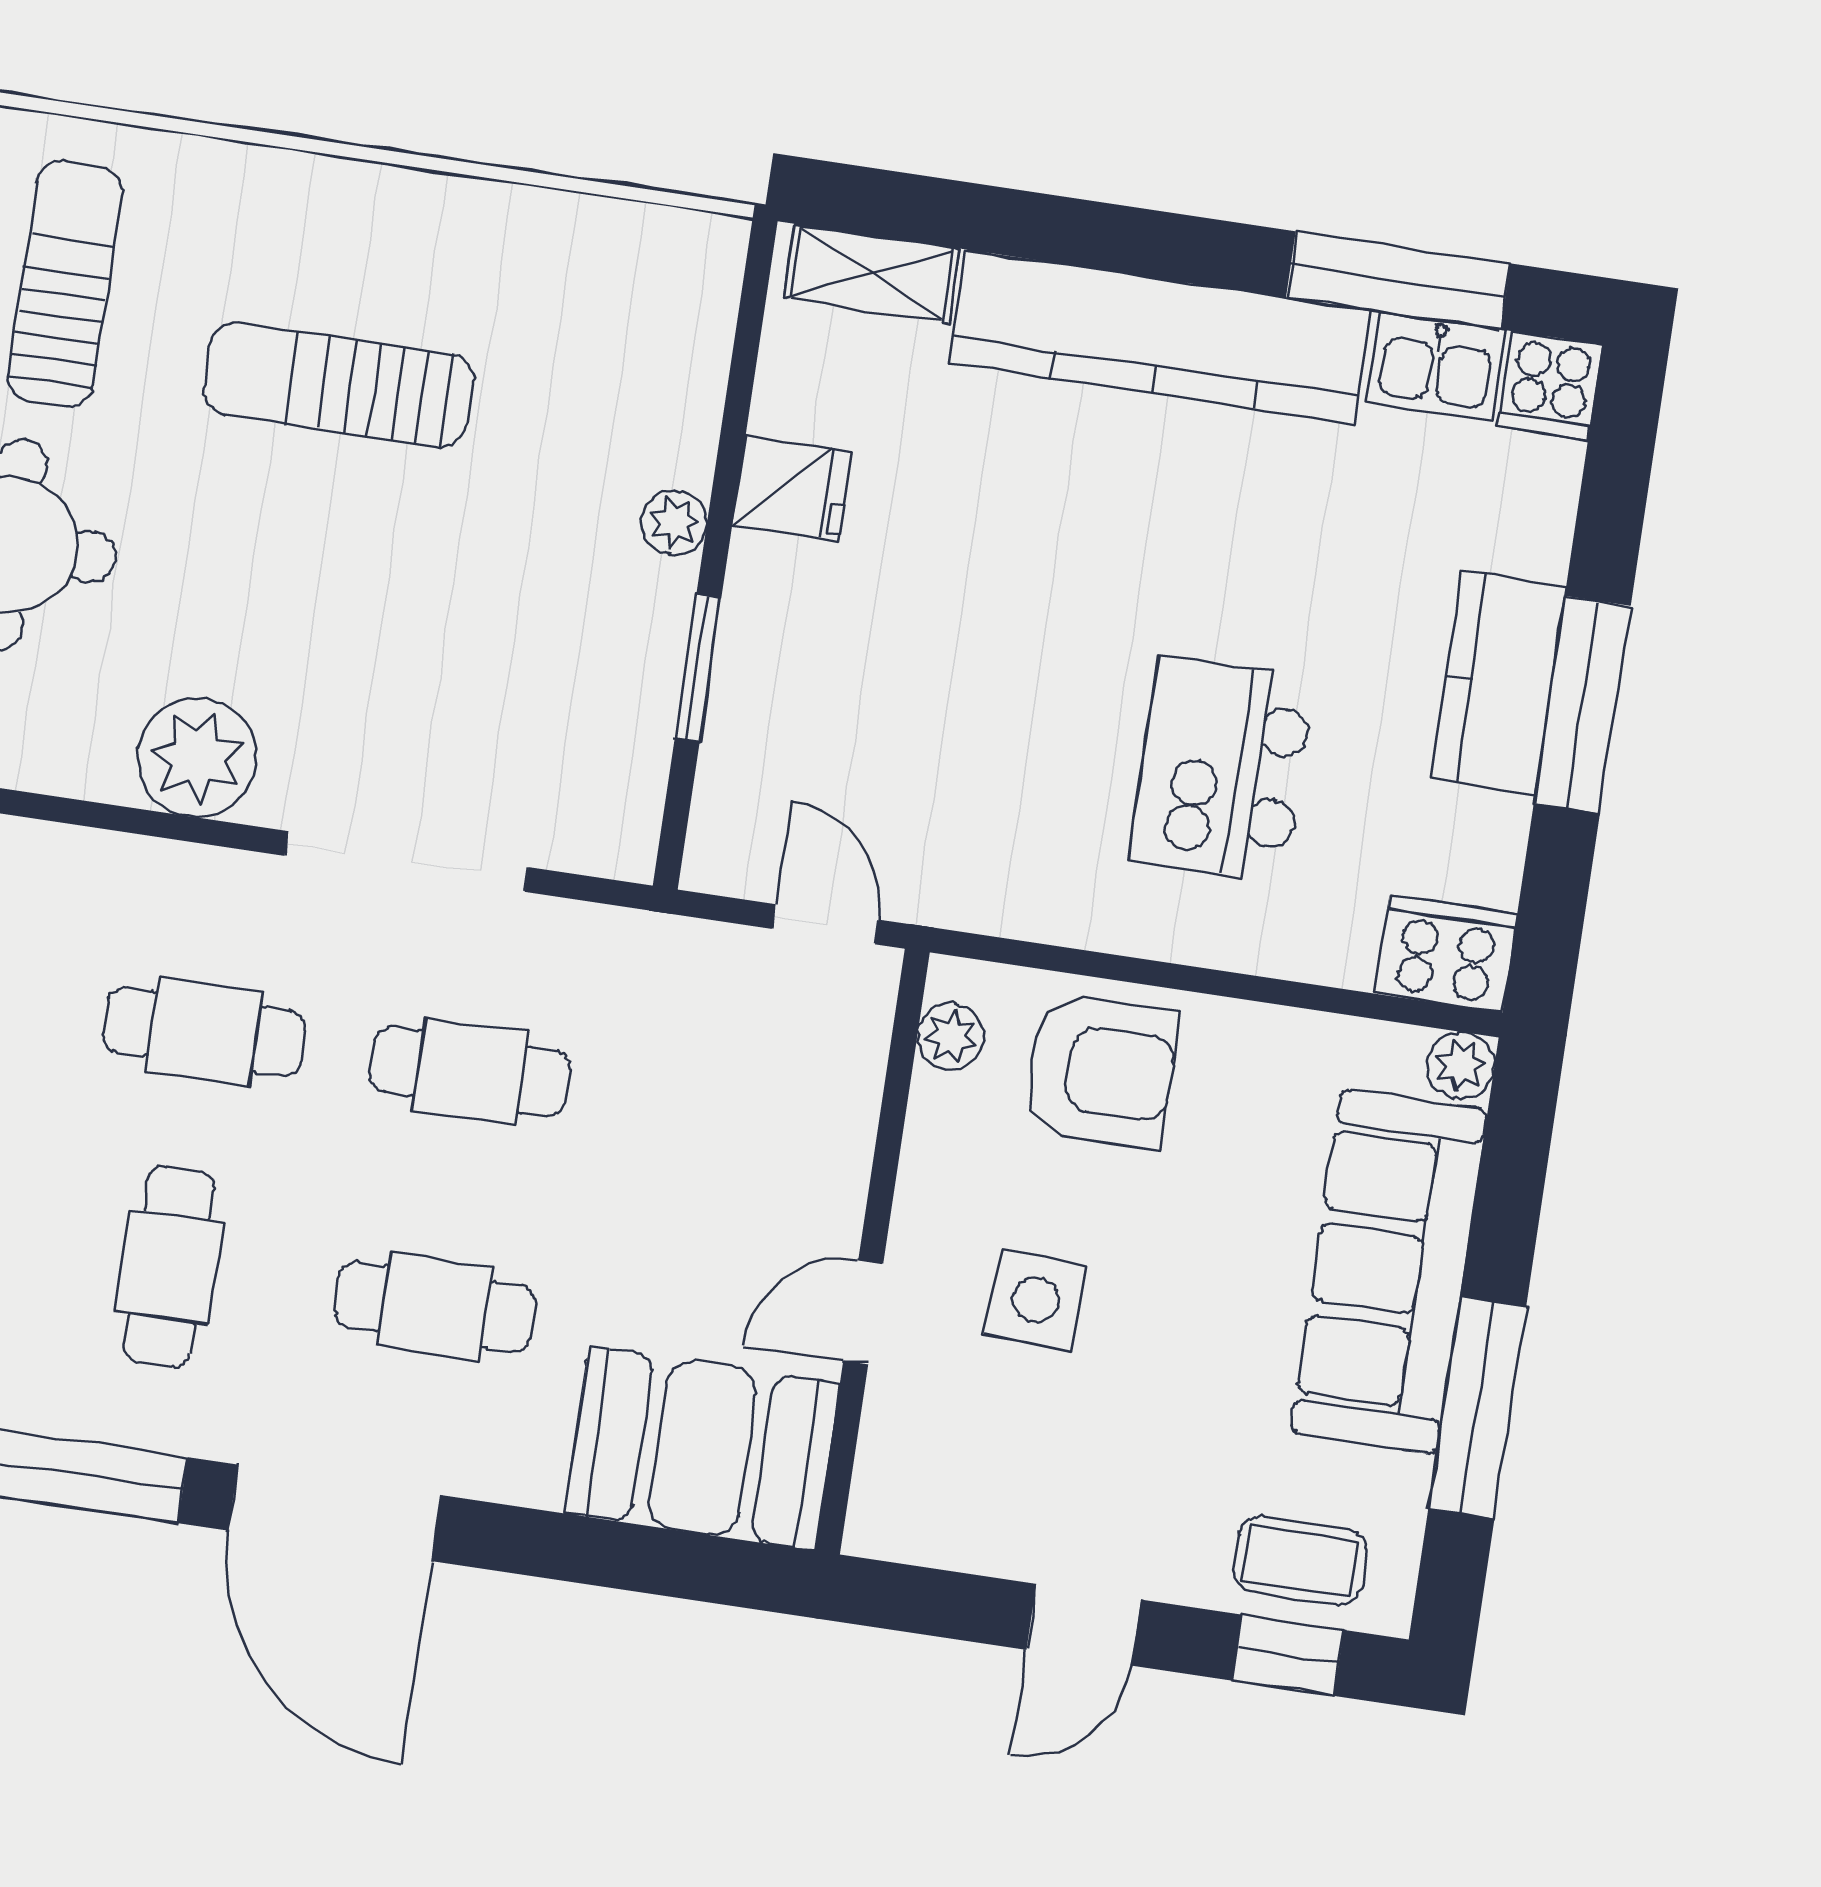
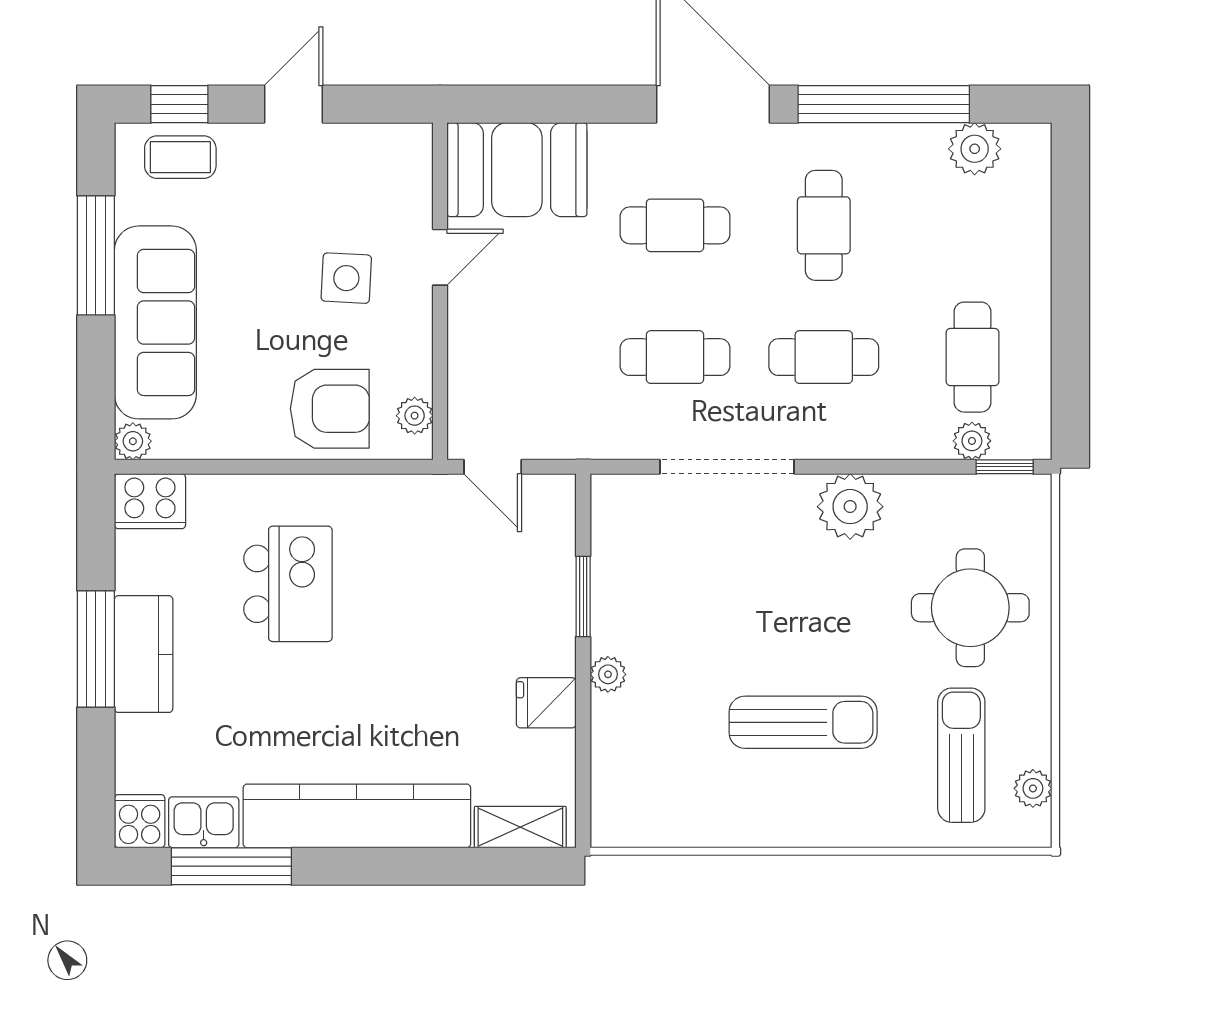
sun lounger: (65, 284) -> (961, 755), turned 180
armchair: (1100, 1071) -> (330, 409), turned 180

